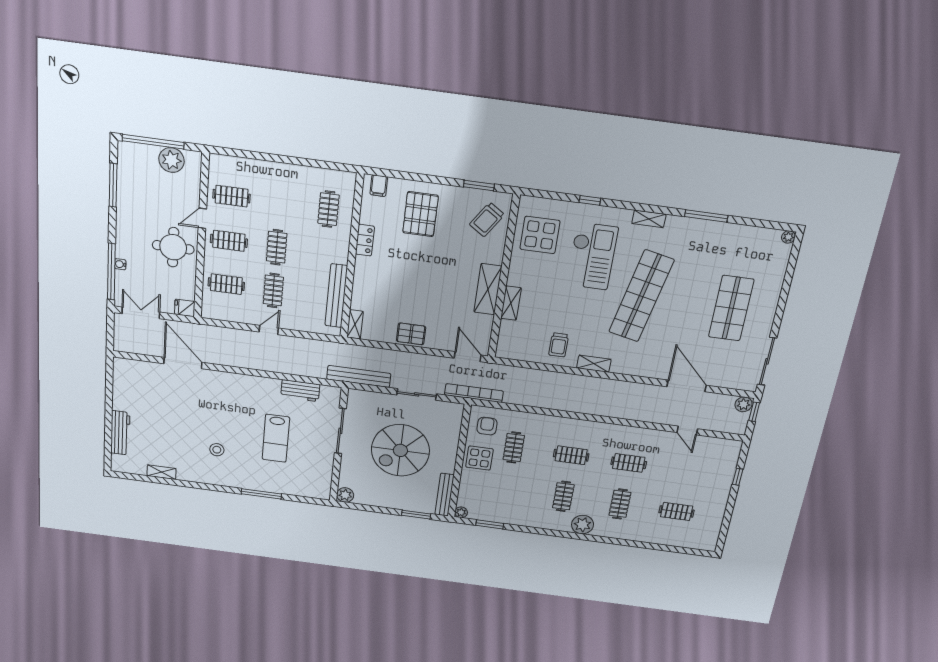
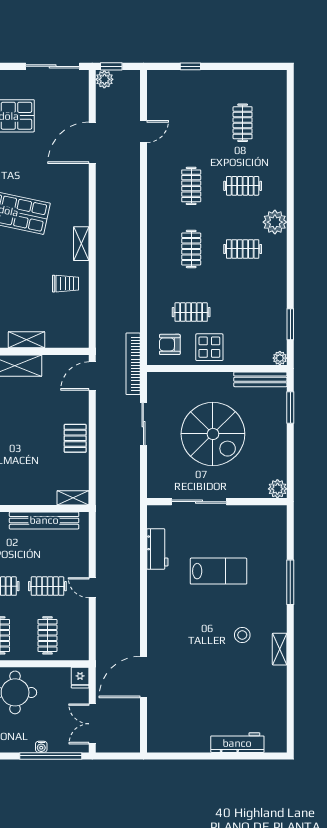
bench: (359, 376) -> (132, 488), removed
shelving: (162, 472) -> (280, 649), moved

